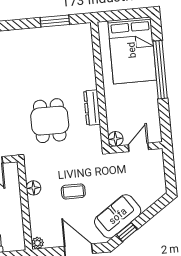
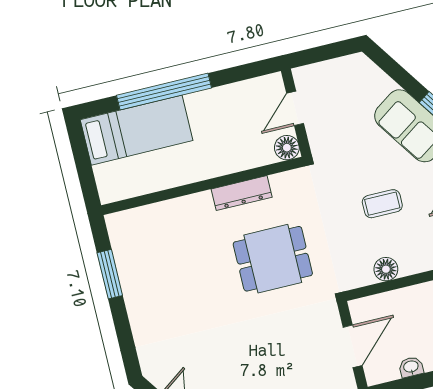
bed: (132, 50) -> (137, 130), width x0.67
door: (138, 147) -> (295, 108), hinge flipped
coffee table: (73, 191) -> (382, 204), turned 90

